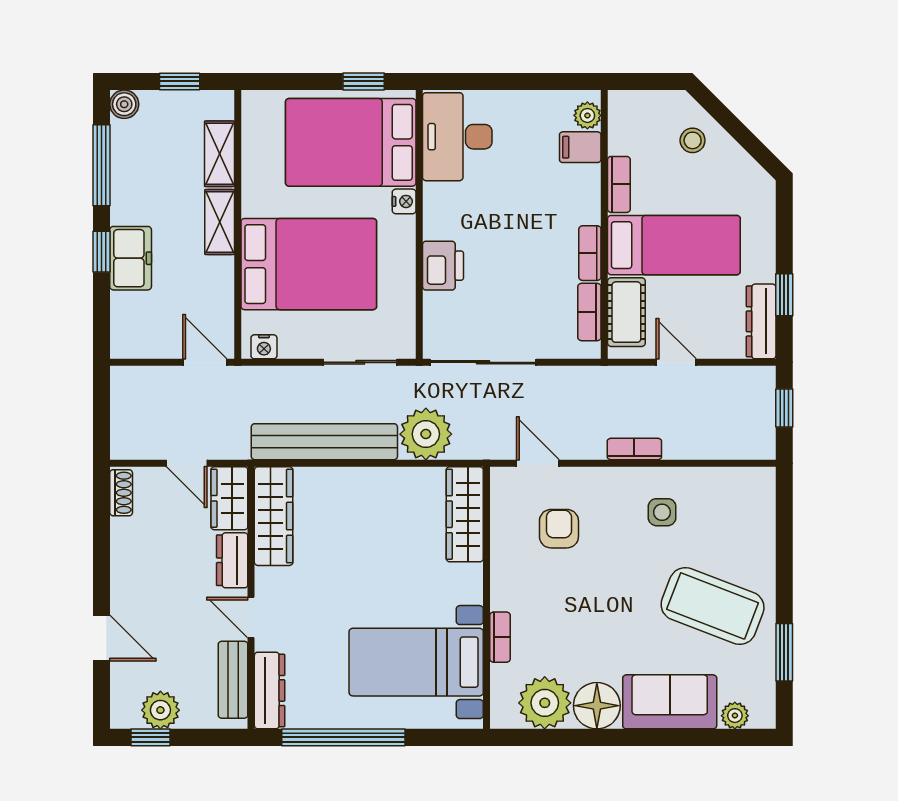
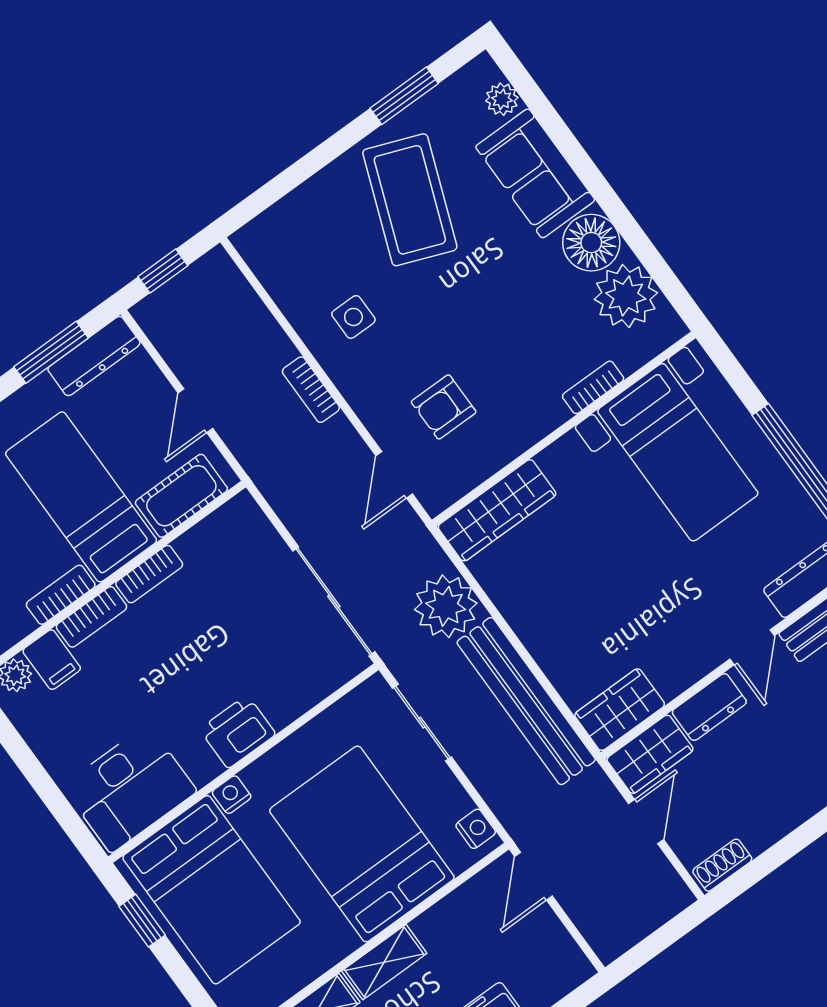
printer: (443, 266) -> (238, 732), moved
window: (784, 295) -> (51, 352), width x1.50
bookcase: (589, 312) -> (92, 617), moved
wardrobe: (274, 516) -> (620, 710), width x0.67

